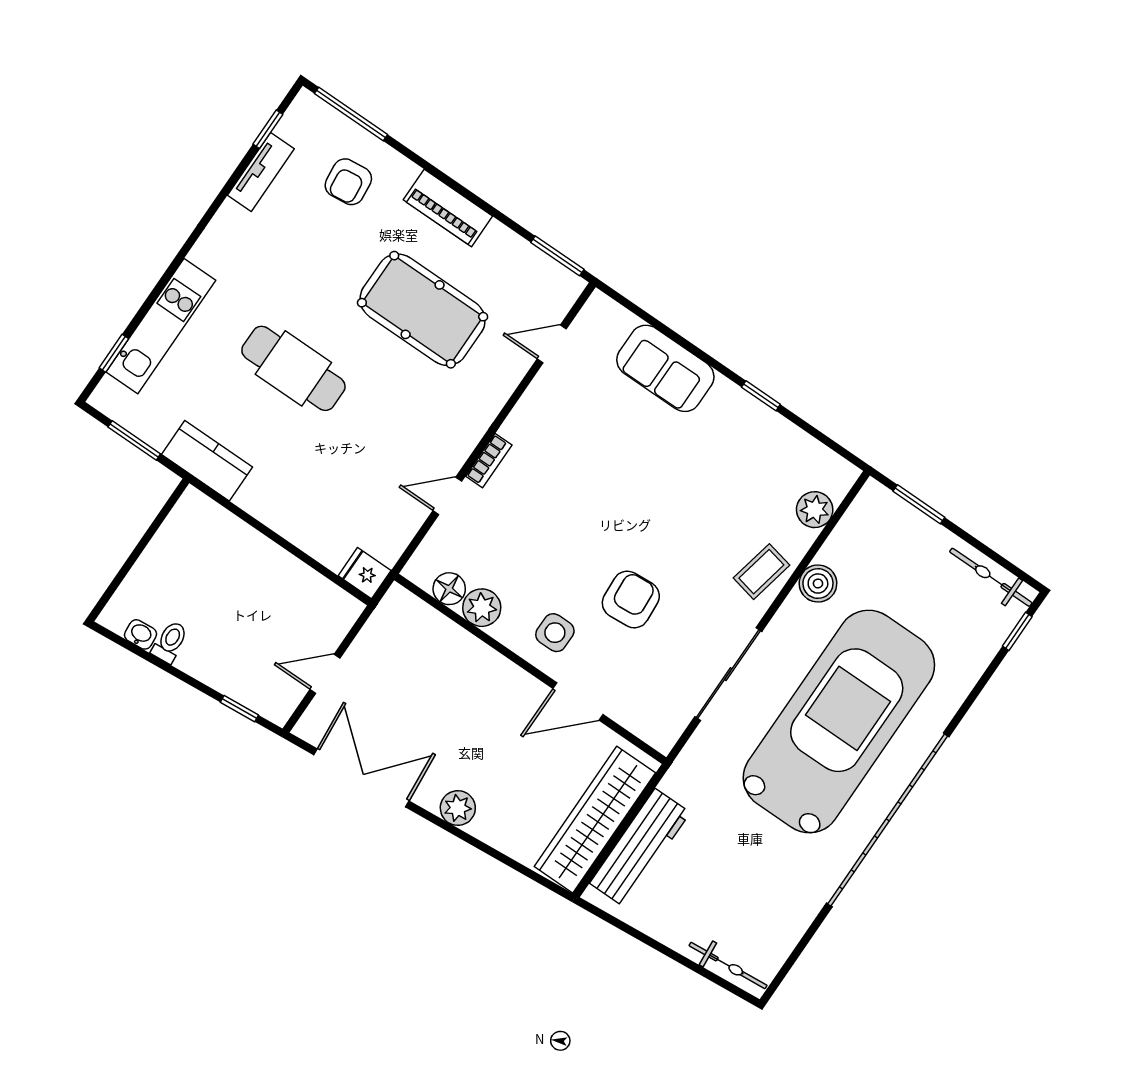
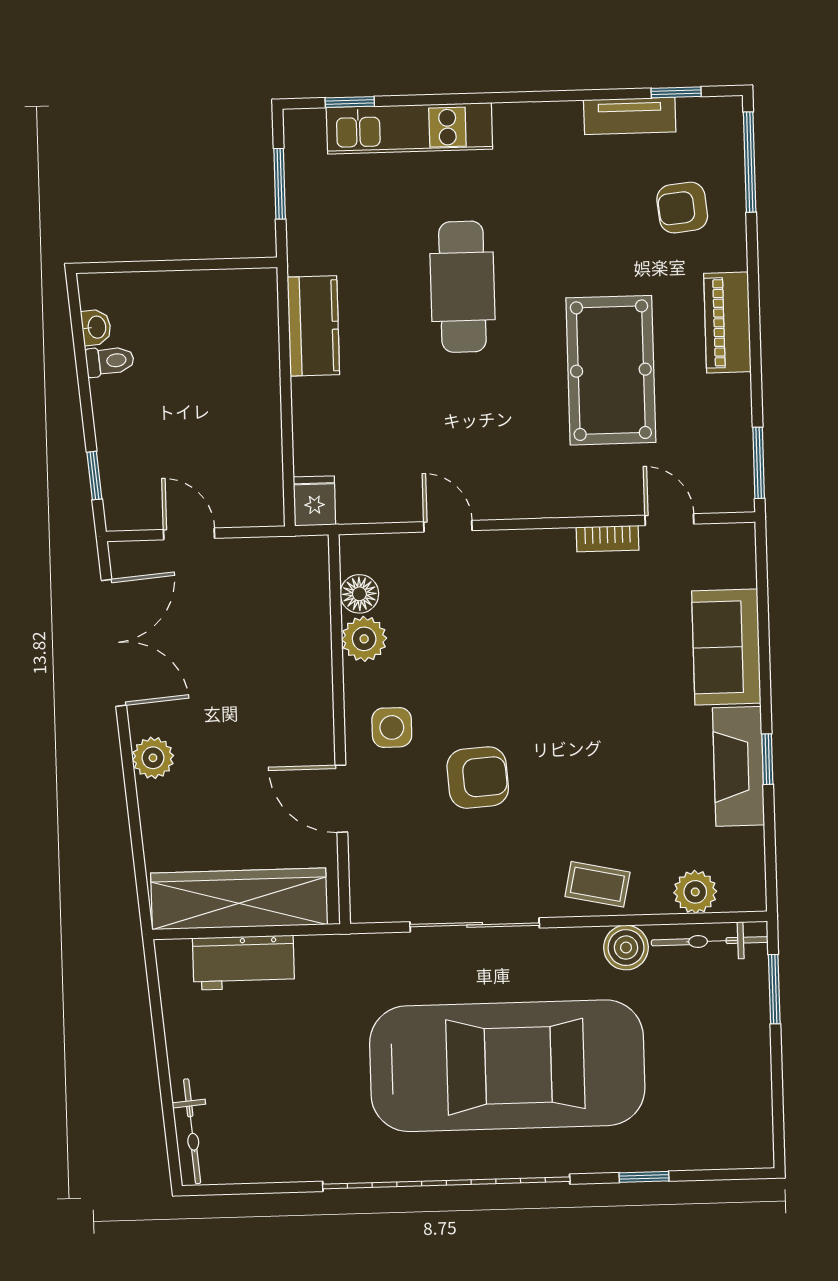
fireplace: (752, 419) -> (739, 766), added
kitchen counter: (207, 461) -> (313, 326), moved
bookcase: (489, 461) -> (608, 539), moved
bicycle: (991, 577) -> (710, 941), moved, turned -90
window: (1017, 631) -> (644, 1177), moved
workbench: (640, 848) -> (244, 963), width x0.73

